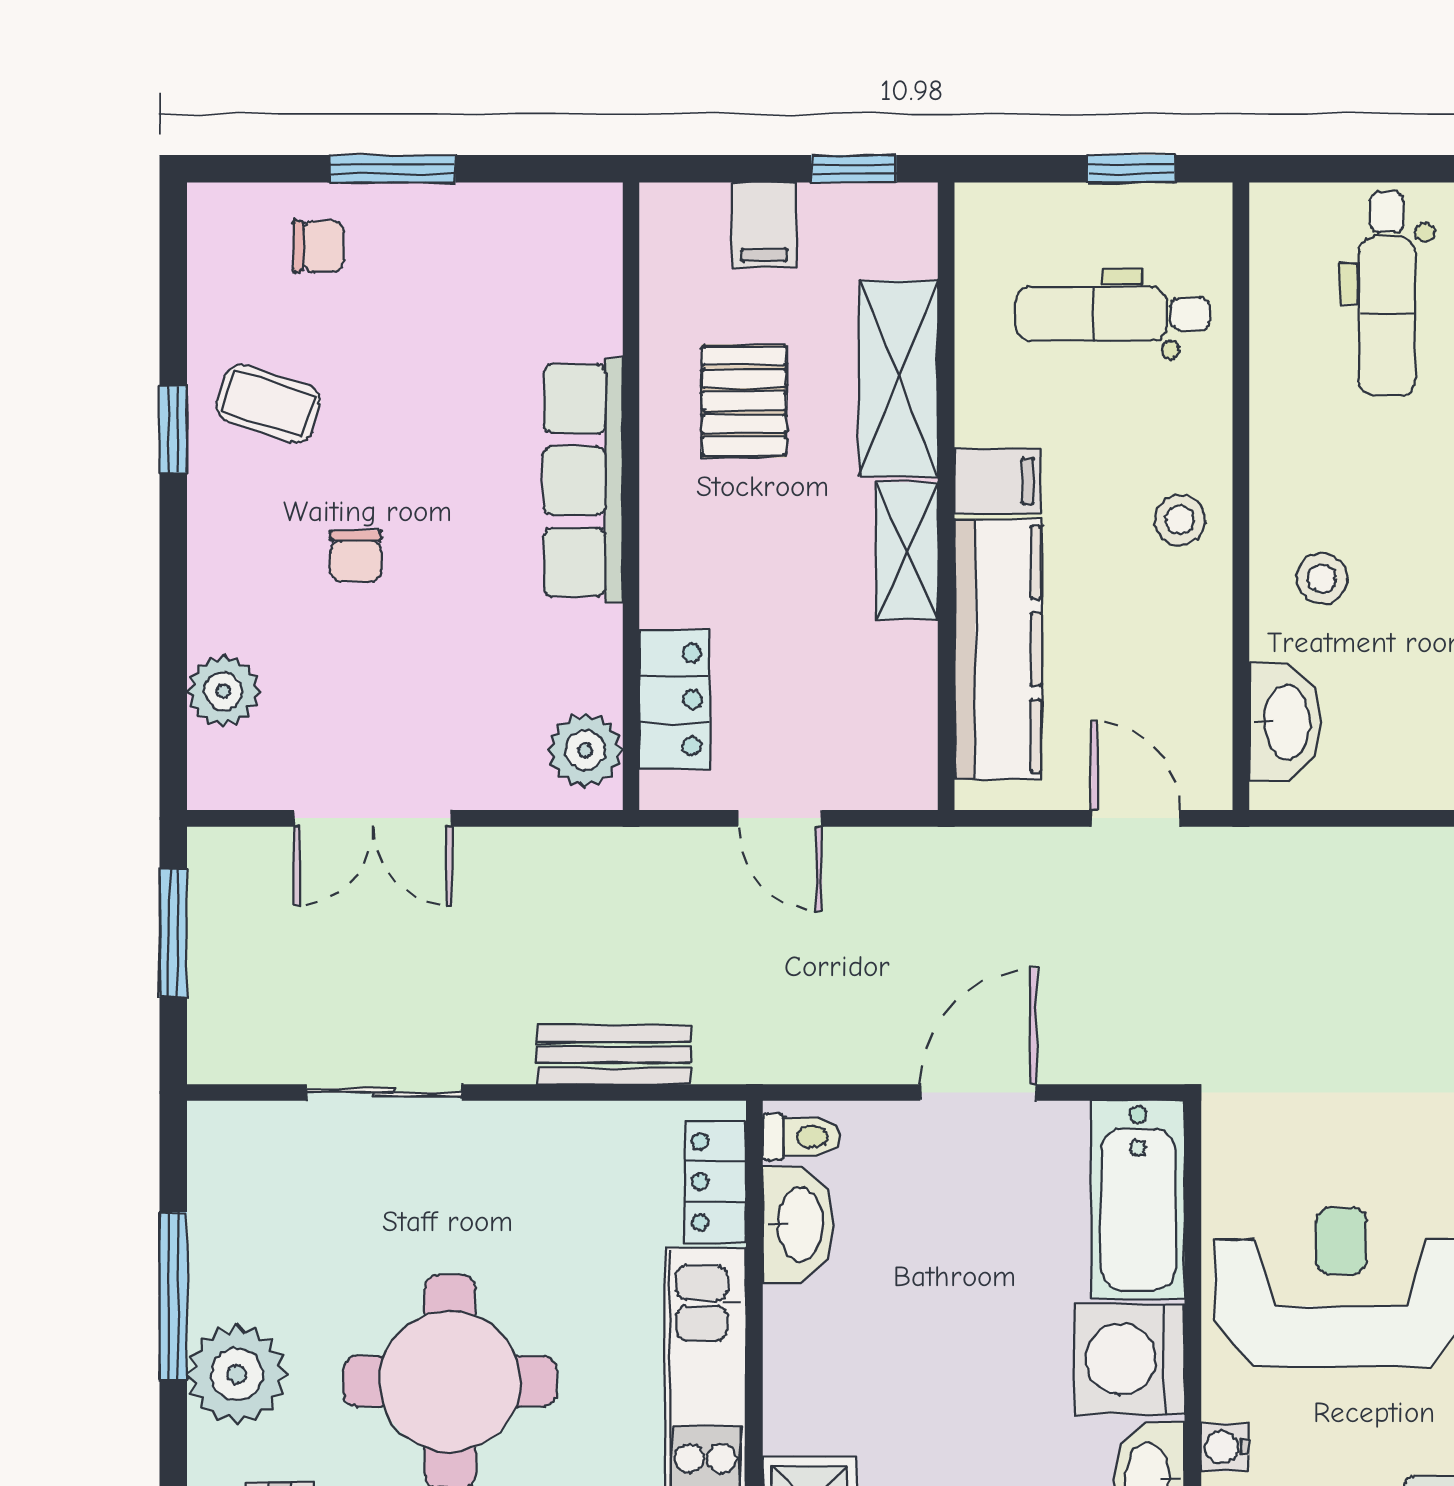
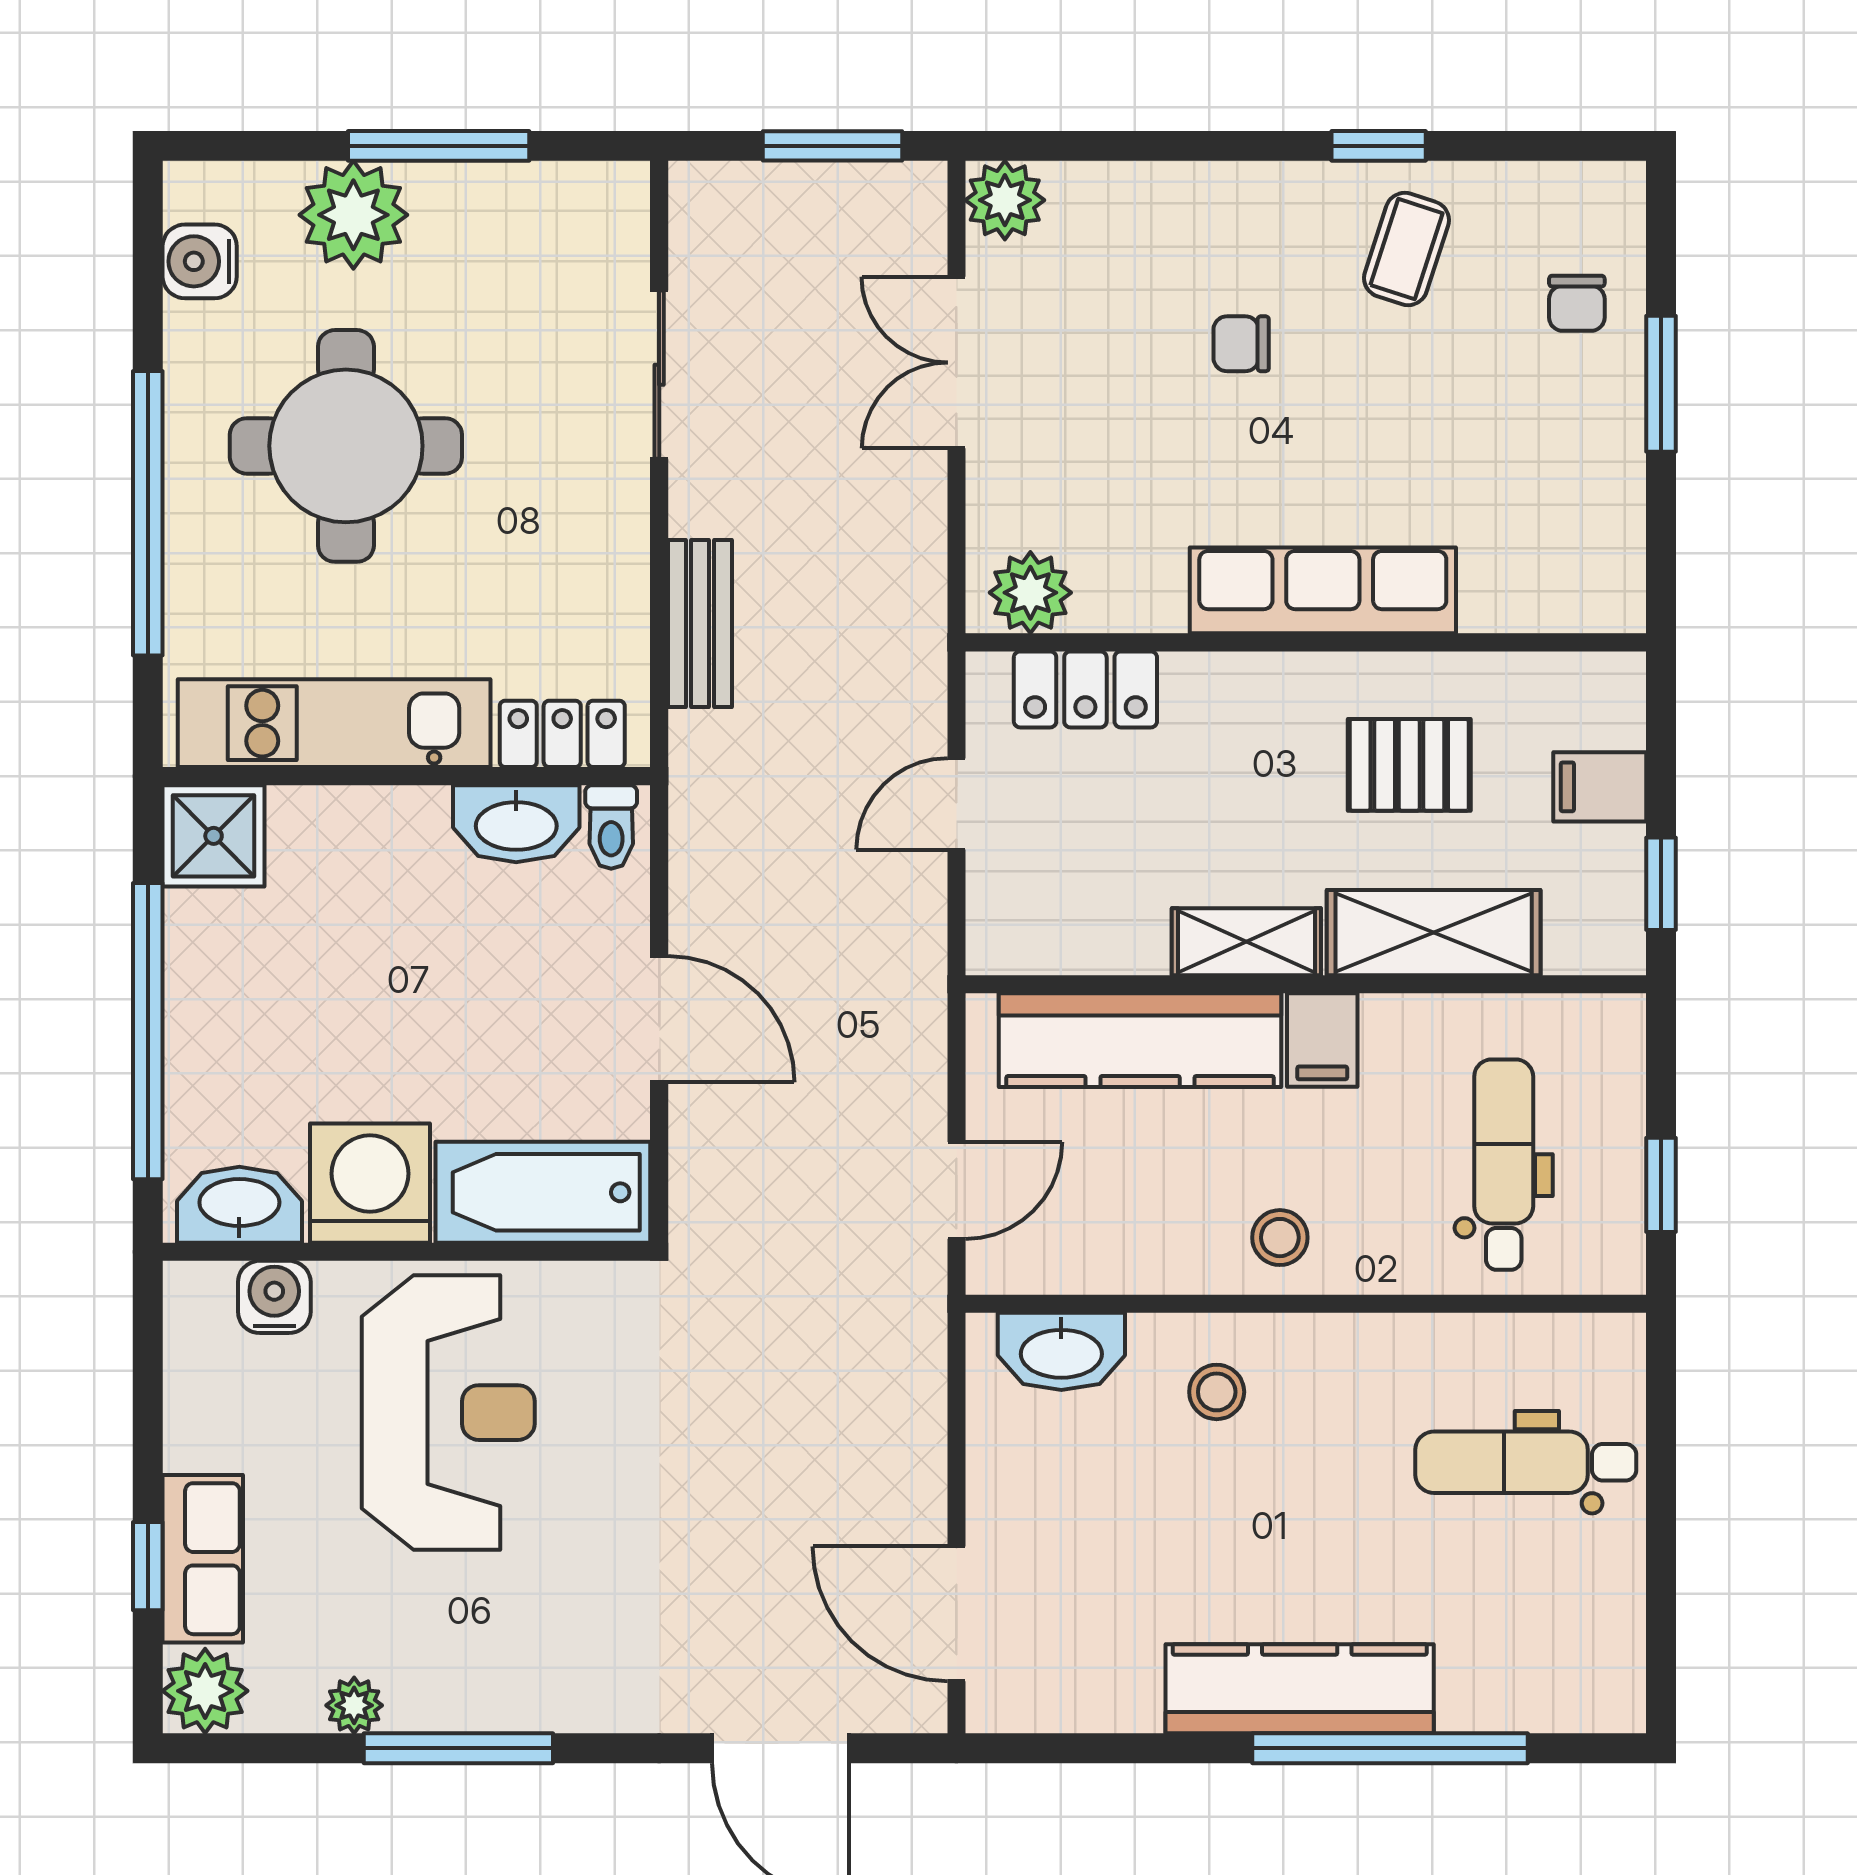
plant: (223, 691) -> (1005, 200), moved
water cooler: (1225, 1447) -> (274, 1297), width x1.38, depth x1.38

